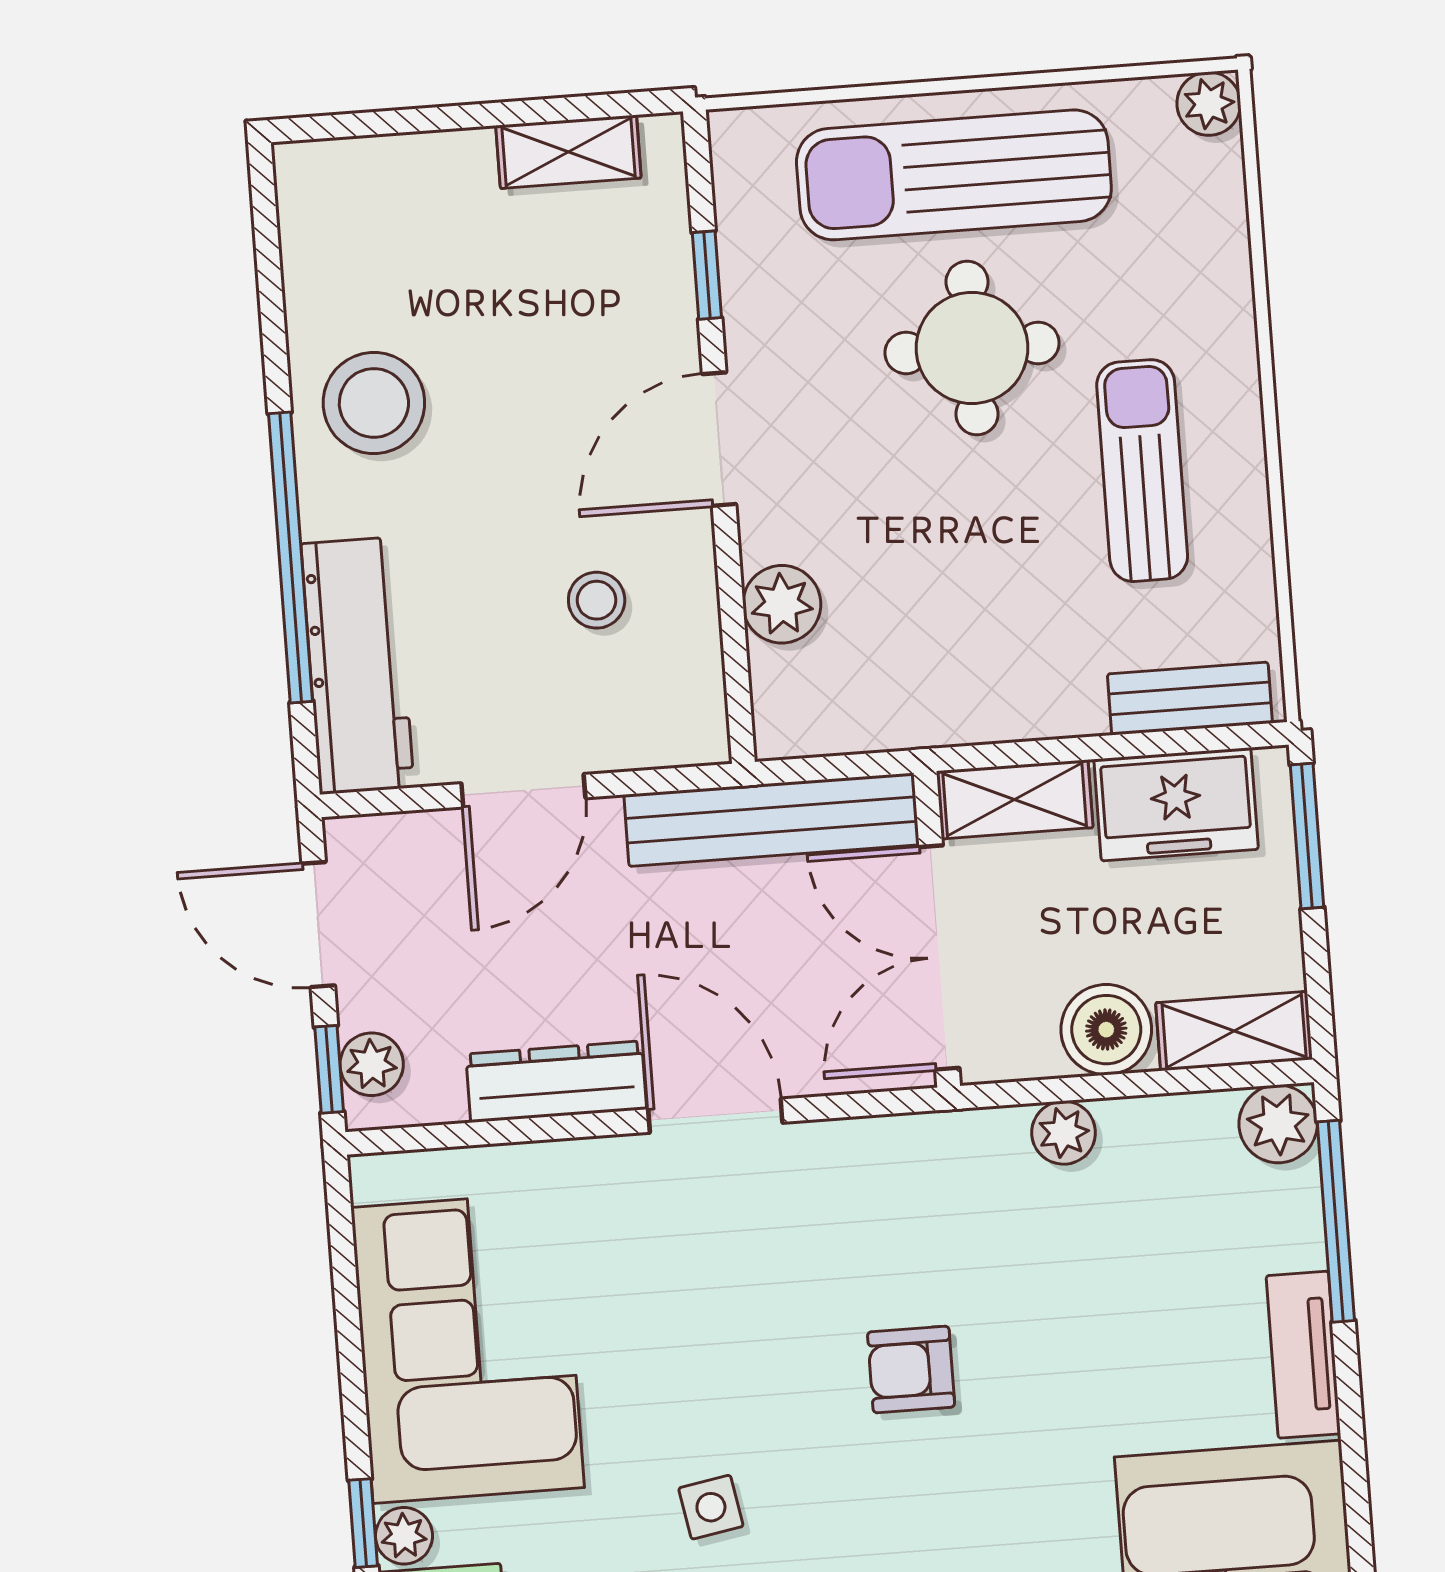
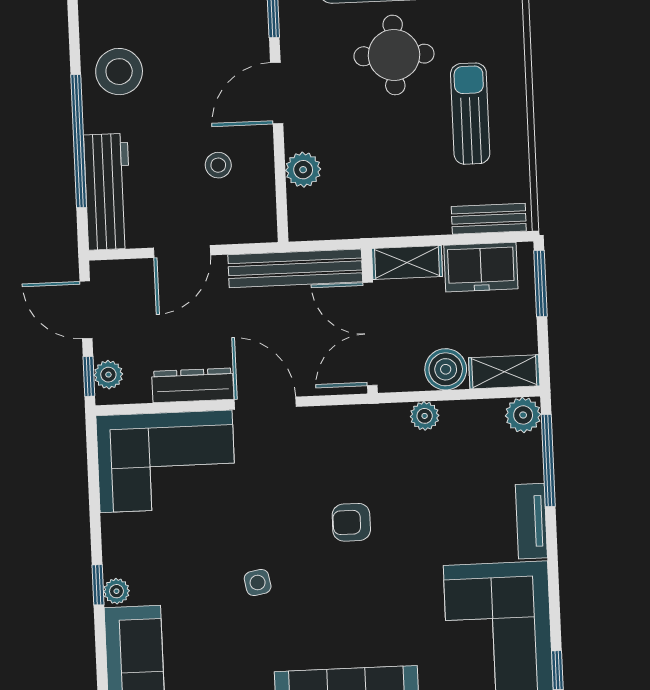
corner sofa: (468, 1347) -> (166, 461), moved, turned 90

